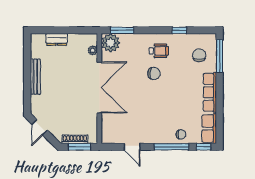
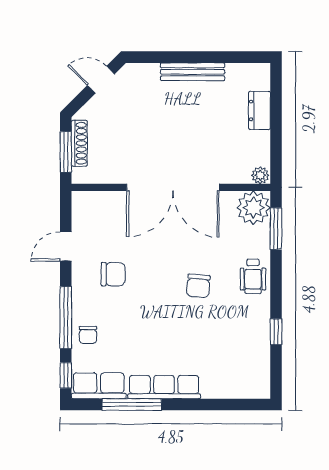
plant: (93, 50) -> (260, 175), moved
wheelchair: (159, 51) -> (253, 276), moved
chair: (199, 55) -> (113, 274), moved
window: (220, 56) -> (132, 405), moved

